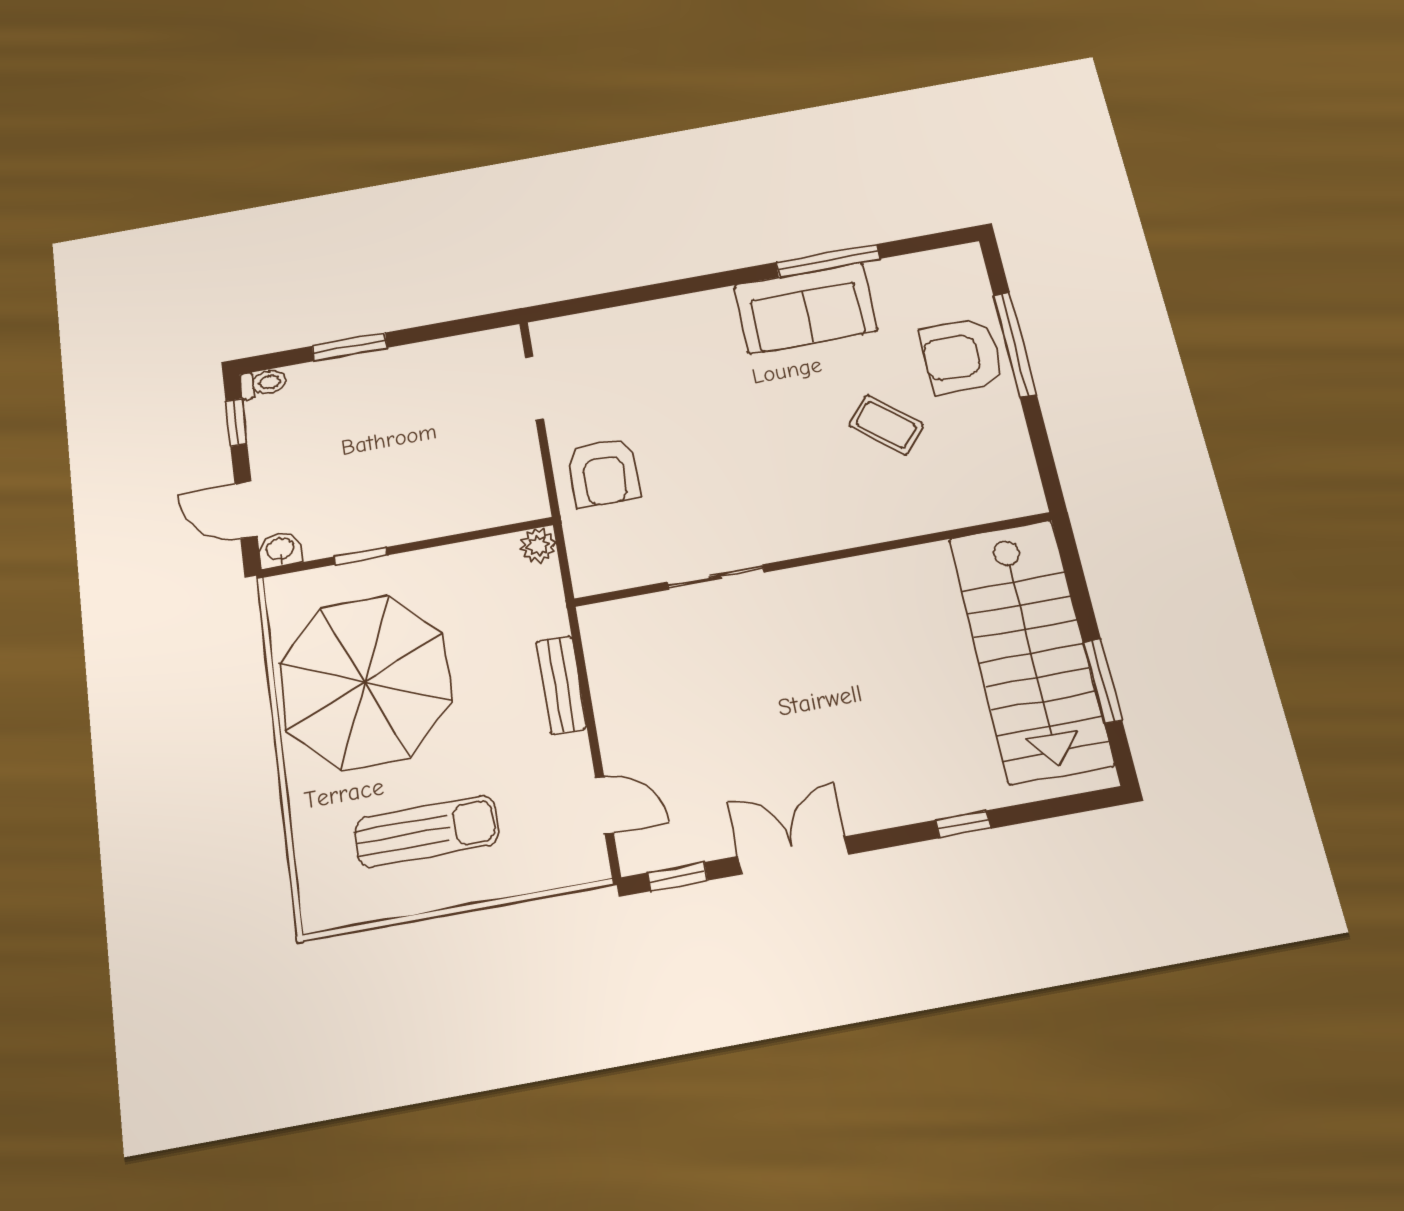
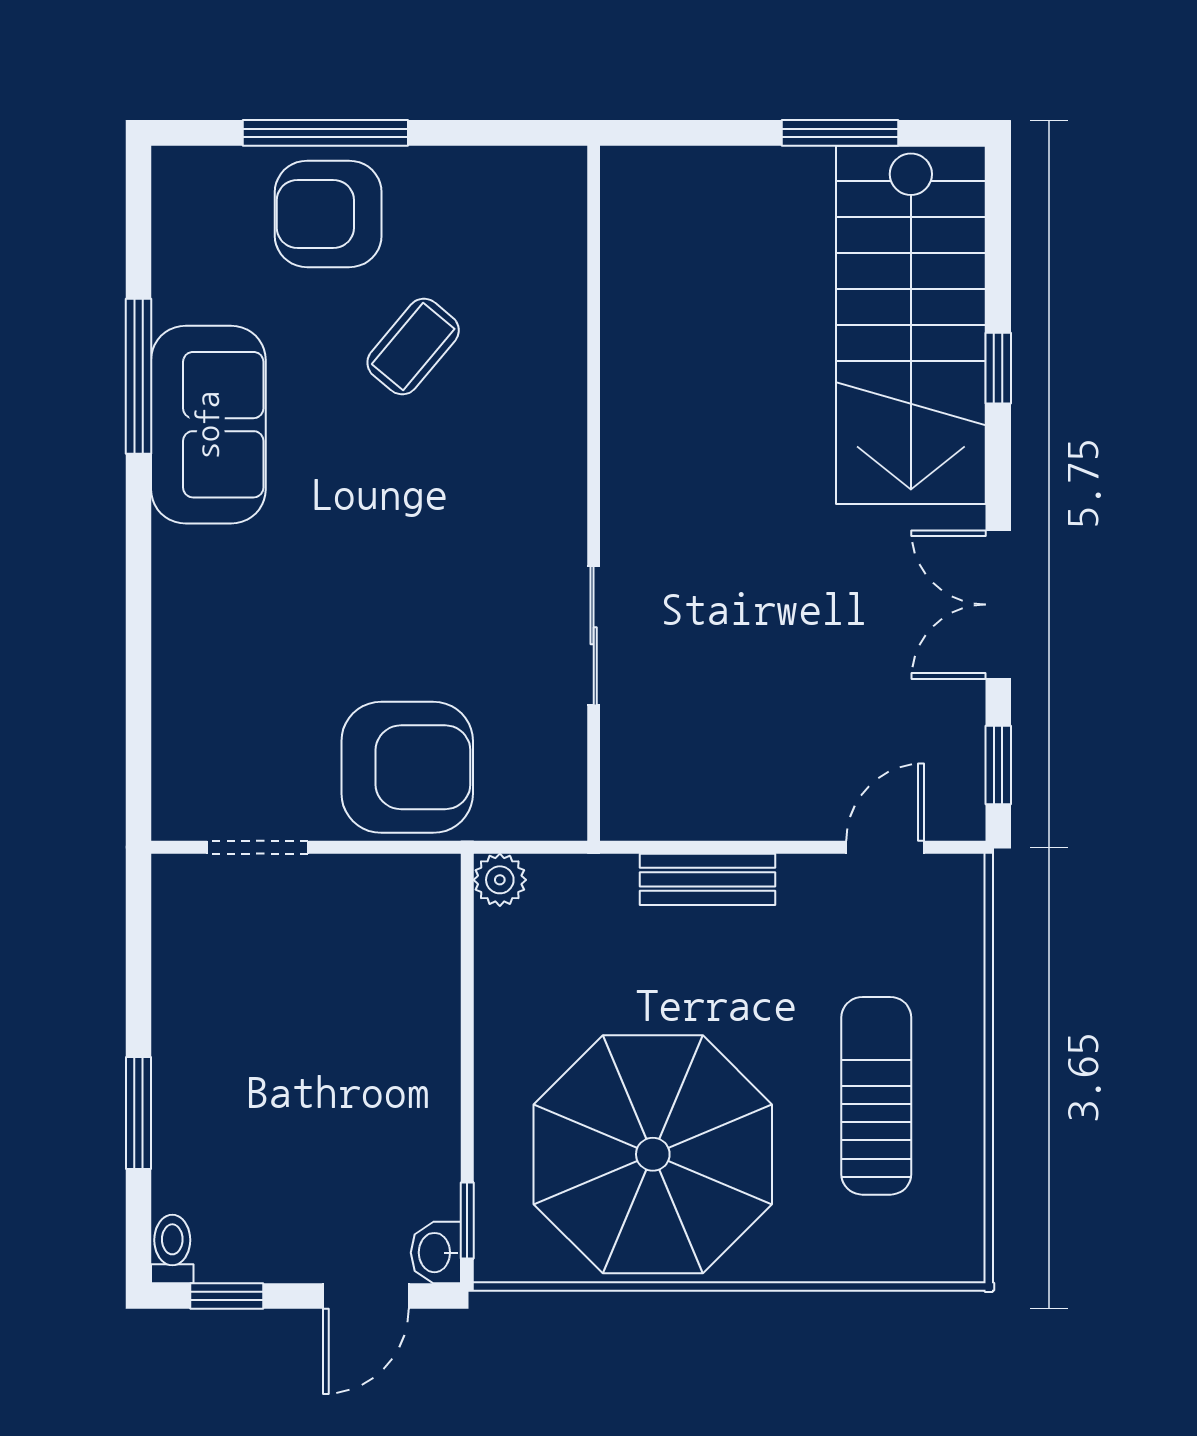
armchair: (961, 356) -> (328, 214), turned 90
armchair: (604, 472) -> (407, 767), width x1.36, depth x1.36
window: (361, 556) -> (467, 1221), moved
stairs: (1031, 650) -> (911, 325), moved, turned 90

